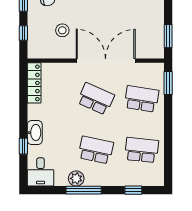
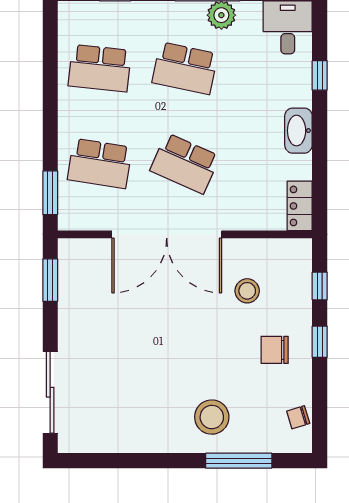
locker: (34, 83) -> (300, 206), width x0.66
washbasin: (35, 133) -> (298, 131), moved

